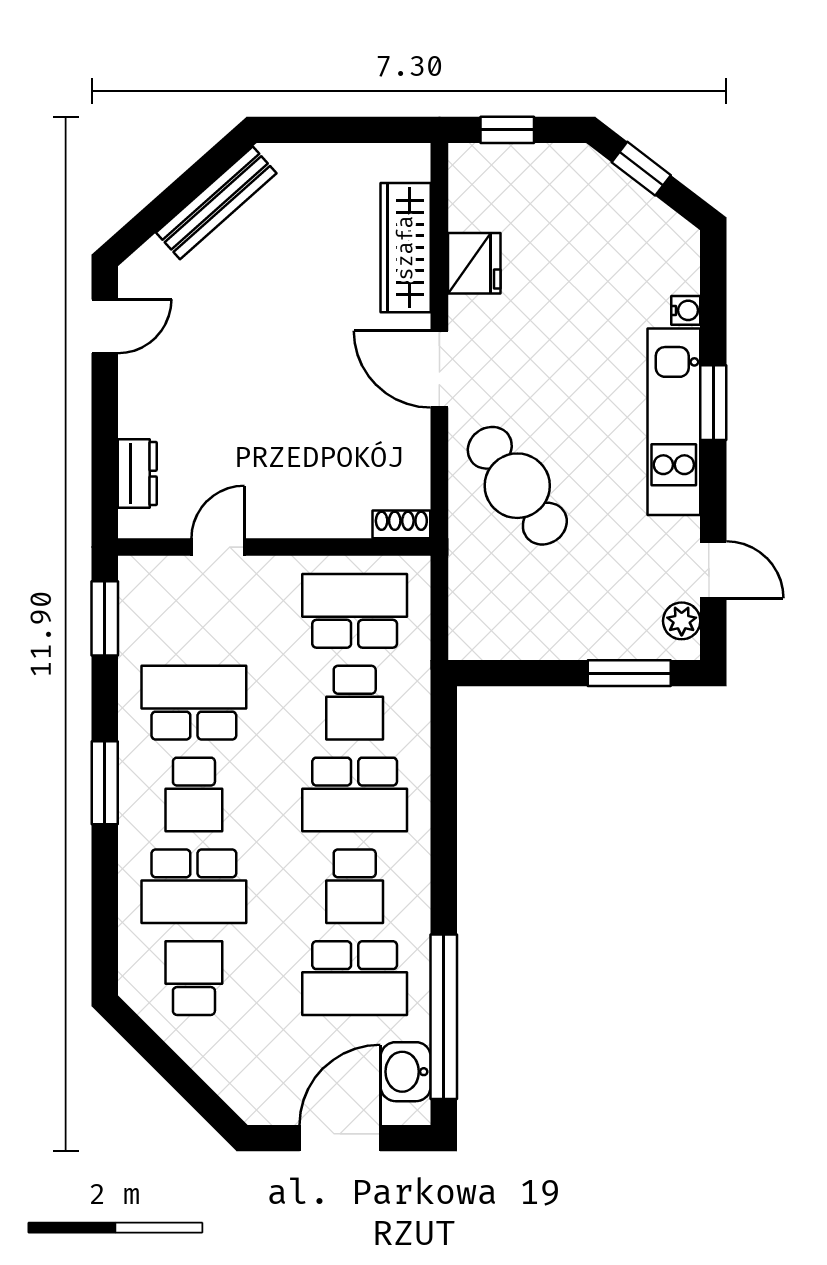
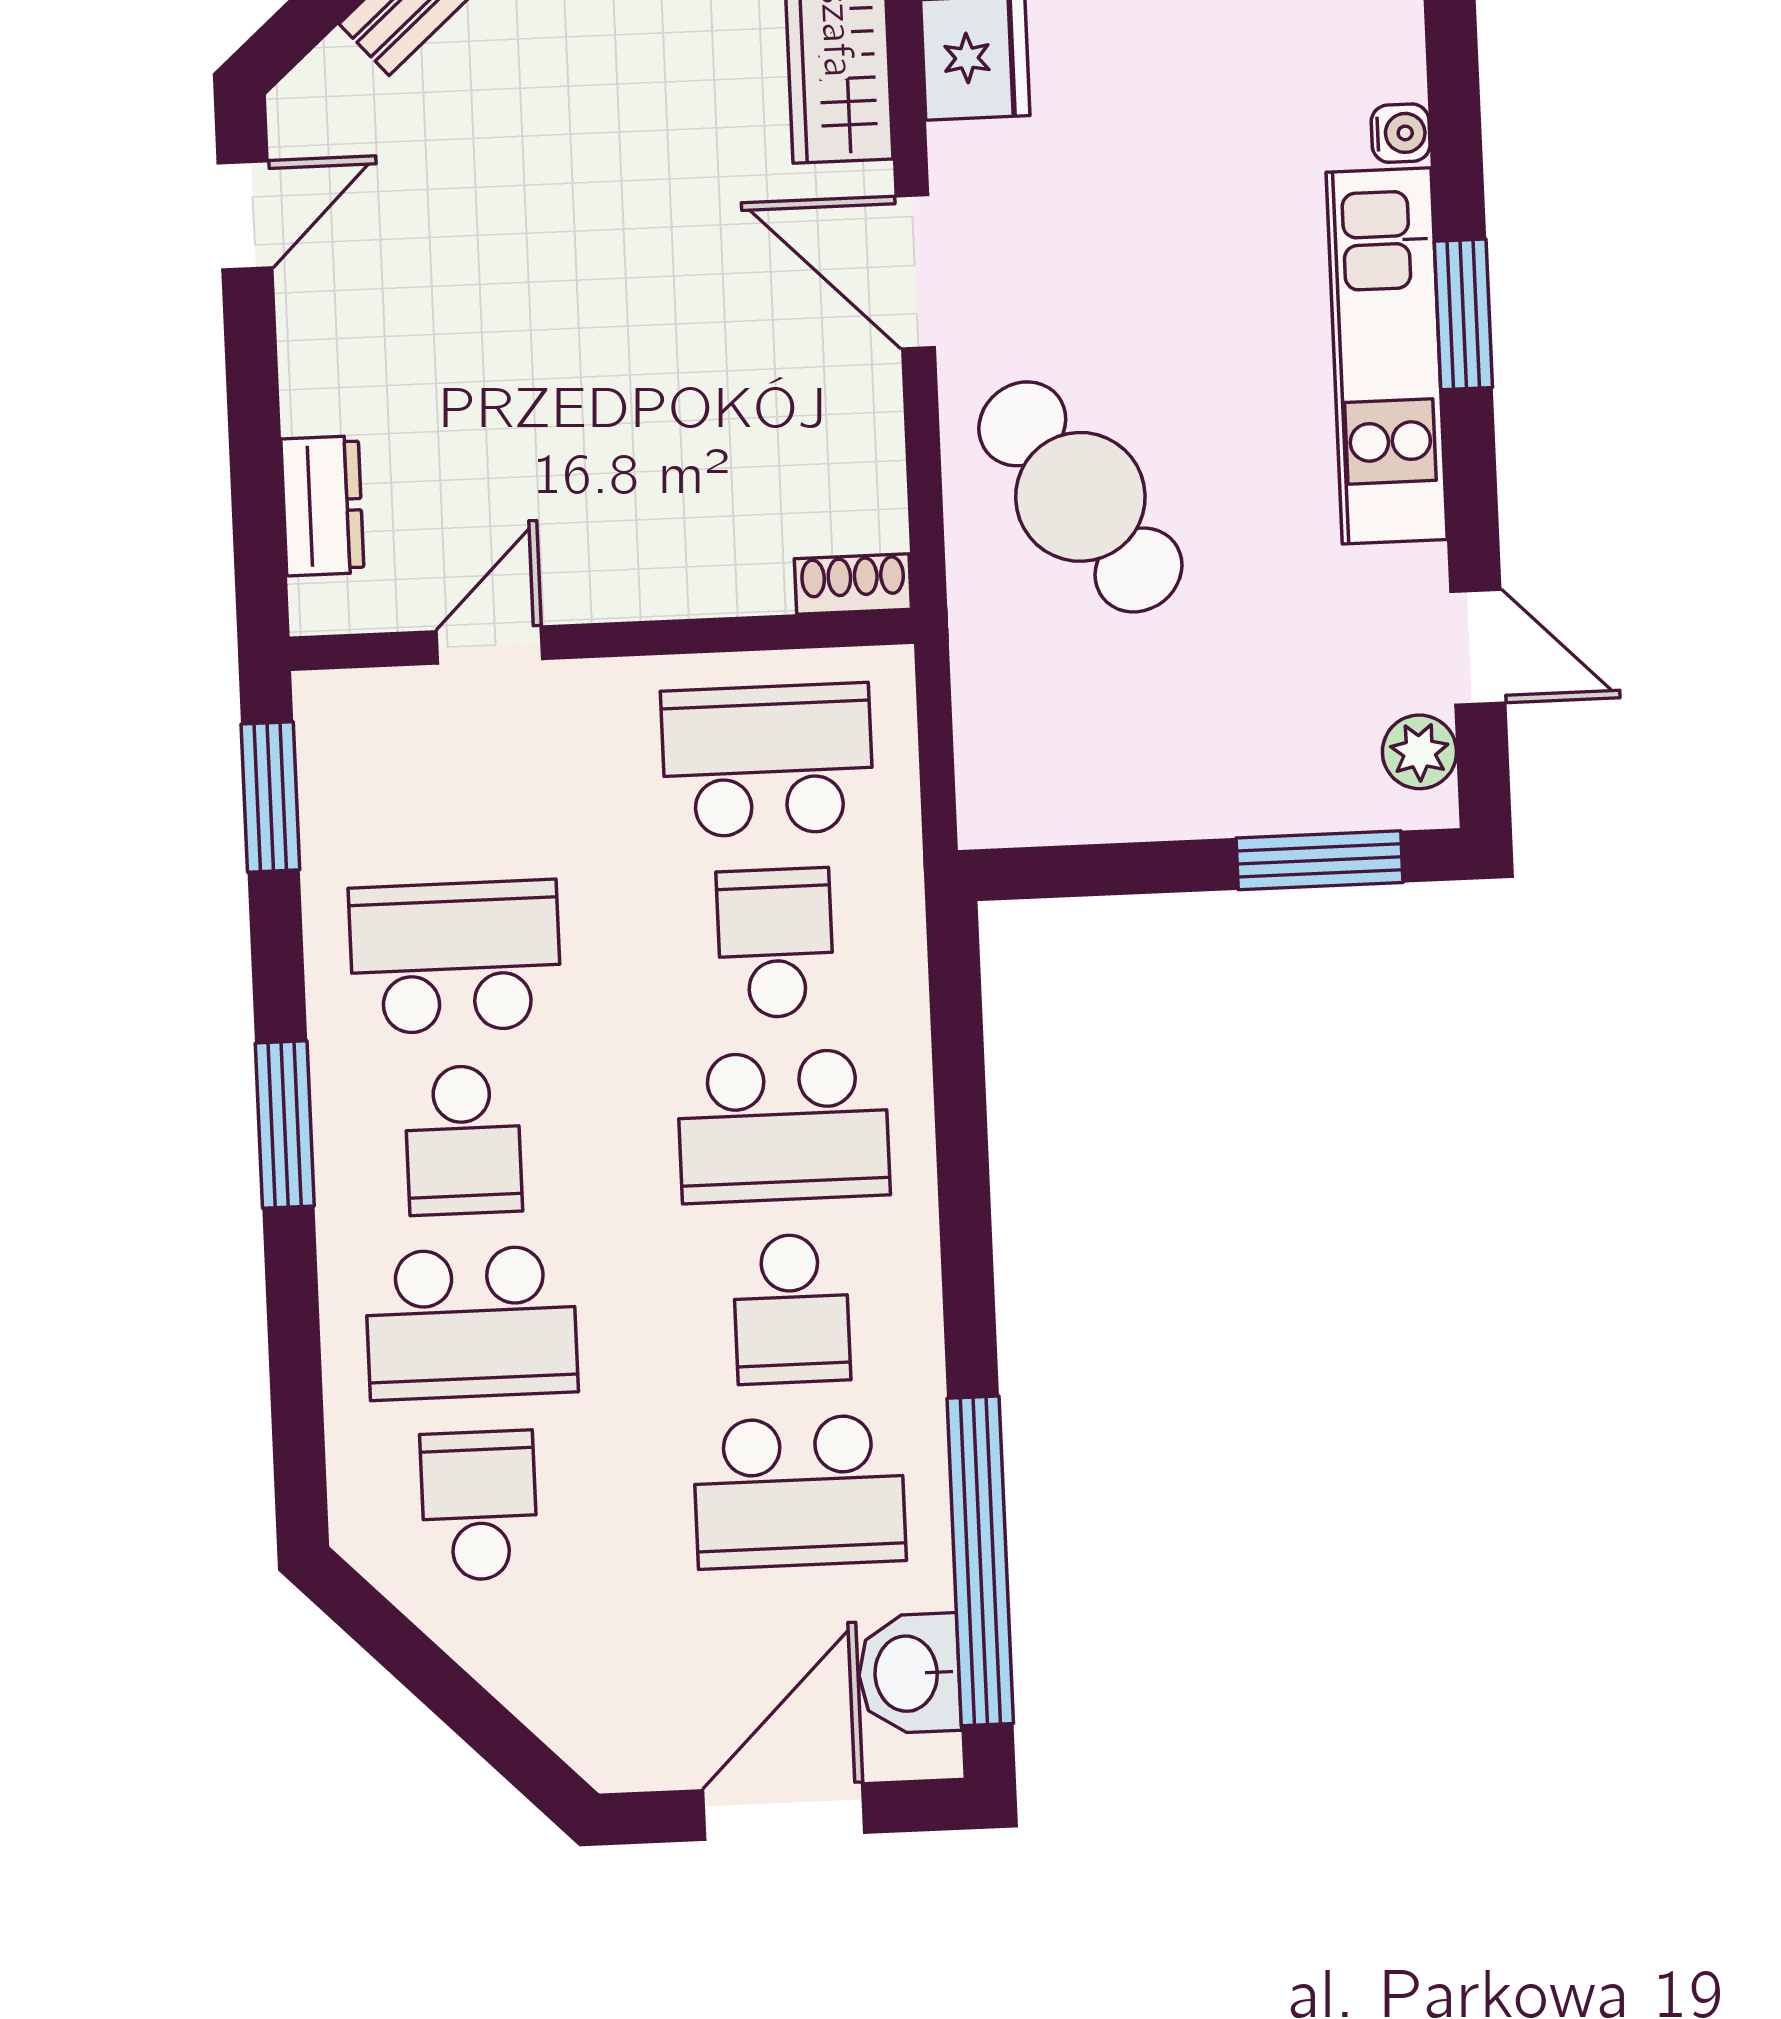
school desk: (355, 703) -> (775, 943), turned 180

